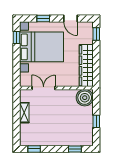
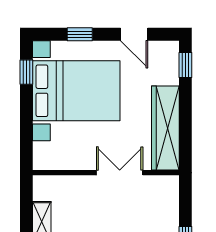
double door: (44, 88) -> (120, 173), moved
boiler: (85, 98) -> (162, 192), removed

